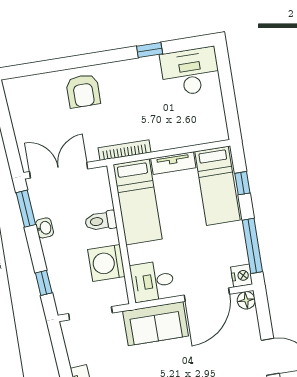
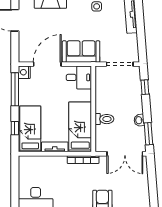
washing machine: (106, 263) -> (105, 93), removed
floor lamp: (246, 300) -> (24, 57), removed

